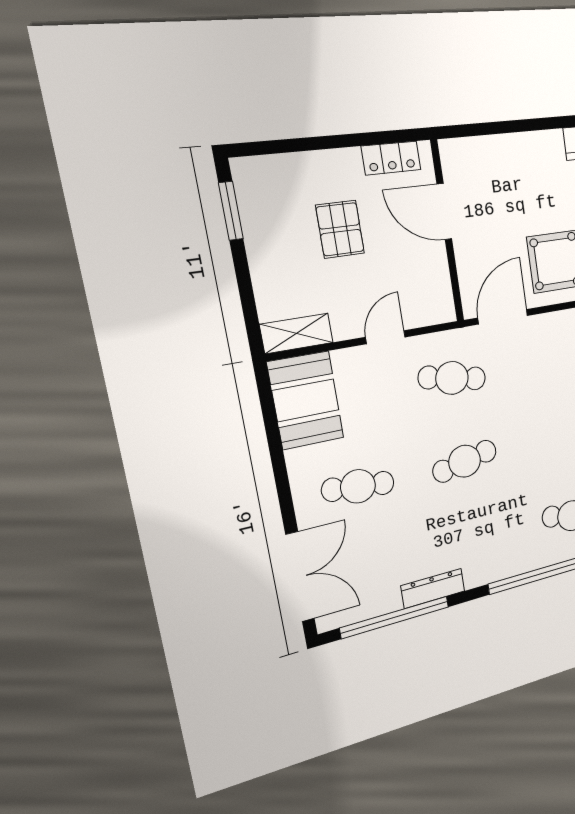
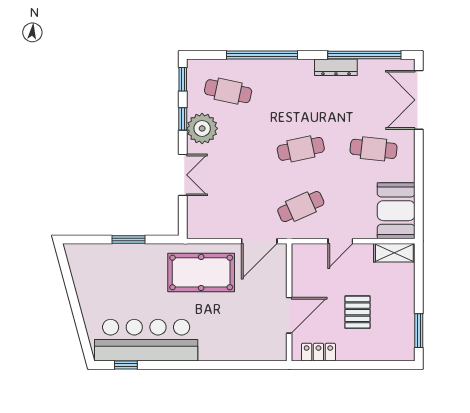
door: (444, 212) -> (289, 315), hinge flipped
cafe table: (452, 378) -> (301, 207), turned -36

